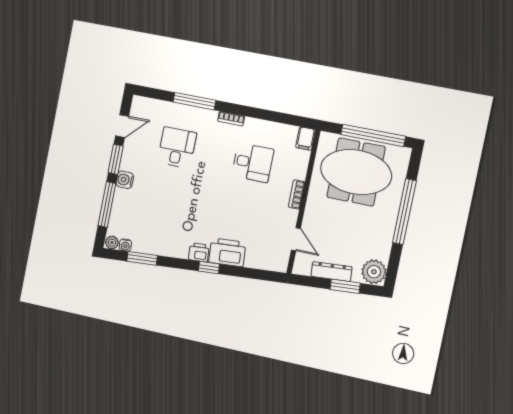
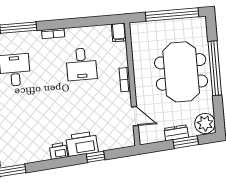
desk: (253, 163) -> (81, 64), turned 90
meeting table: (356, 172) -> (181, 72), moved, turned 90
window: (209, 268) -> (96, 157), moved
dresser: (332, 272) -> (176, 133), width x0.70

